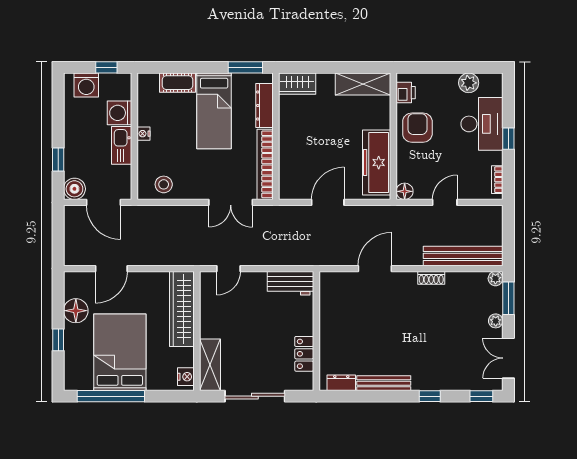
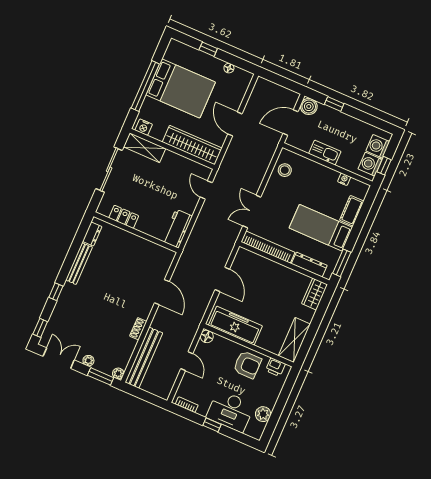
washing machine: (120, 113) -> (370, 164), moved, turned -90
nightstand: (144, 134) -> (344, 179), moved
door: (111, 269) -> (235, 124), moved
floor lamp: (76, 311) -> (229, 68), width x0.53, depth x0.53
window: (111, 396) -> (145, 86), moved

